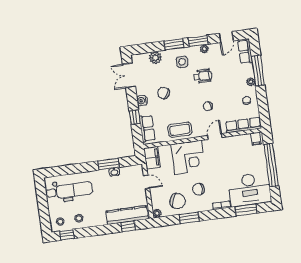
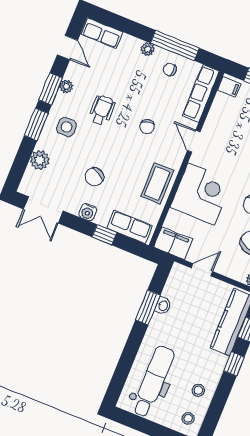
window: (258, 71) -> (175, 45), moved
window: (67, 235) -> (234, 364), moved

